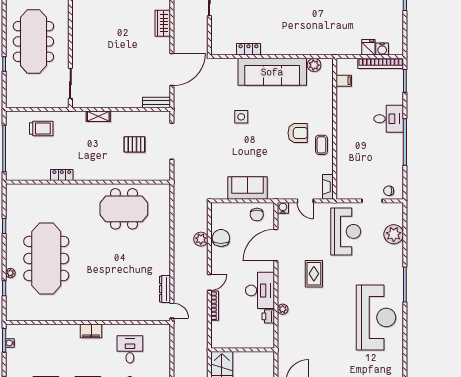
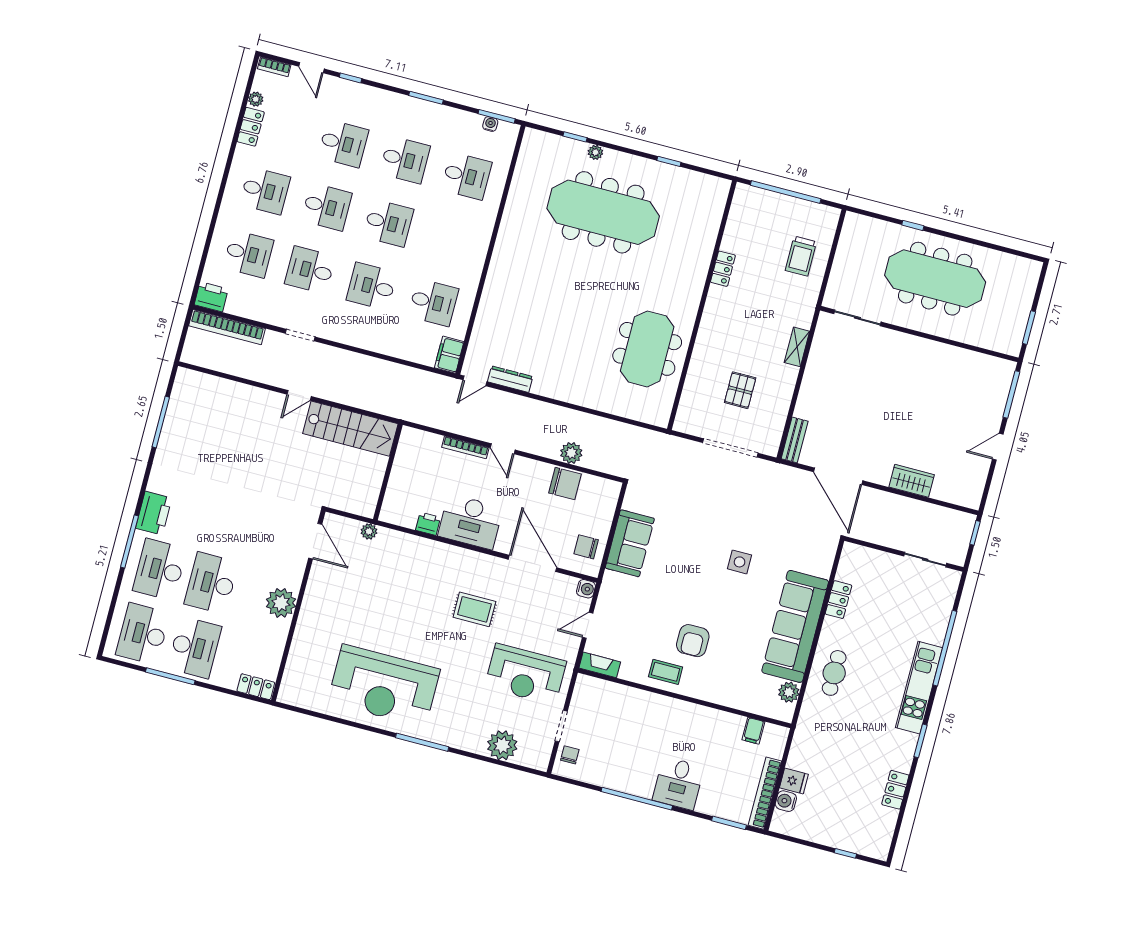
cafe table: (295, 40) -> (834, 673), added
plant: (283, 309) -> (369, 531), moved
filing cabinet: (91, 331) -> (449, 355), moved
desk: (46, 349) -> (466, 176), added

